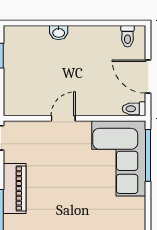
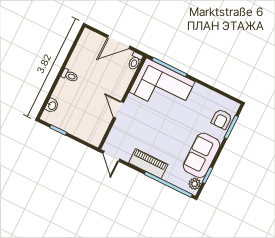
washbasin: (59, 33) -> (52, 106), moved
toilet: (128, 36) -> (70, 76), moved

